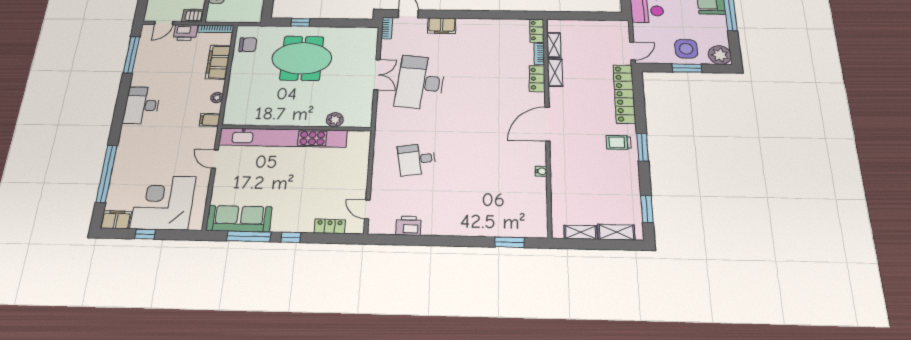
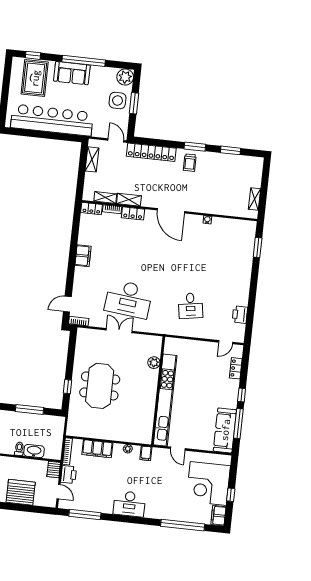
filing cabinet: (442, 26) -> (83, 256), moved
chair: (248, 45) -> (84, 427), removed
door: (215, 159) -> (178, 449), hinge flipped
window: (647, 209) -> (230, 150), moved
shelving: (616, 232) -> (92, 159), moved

